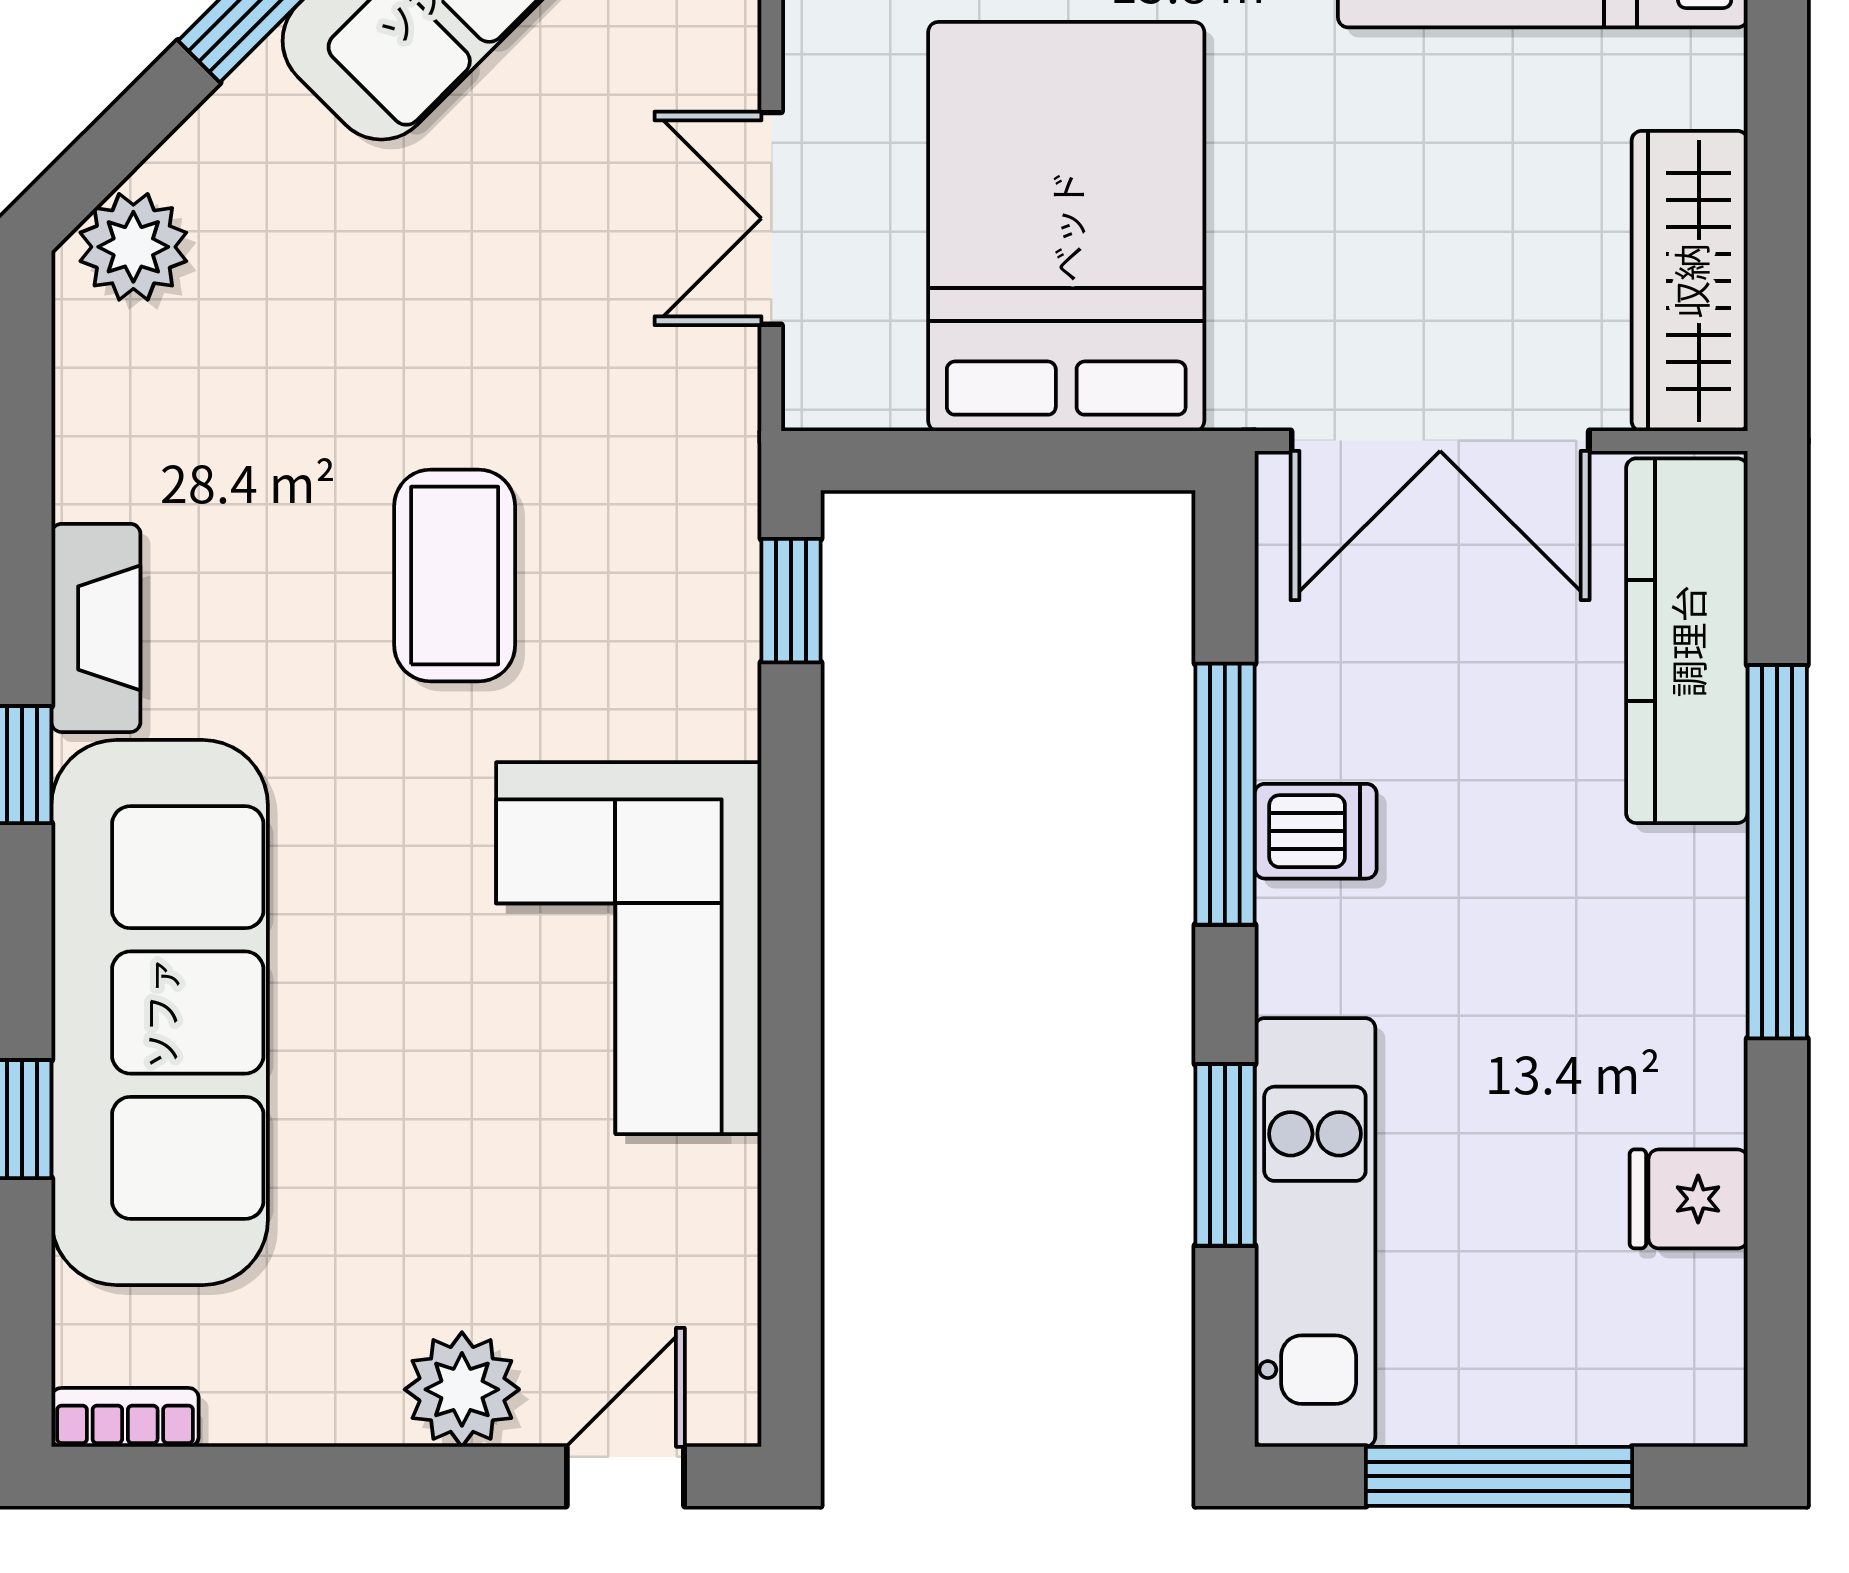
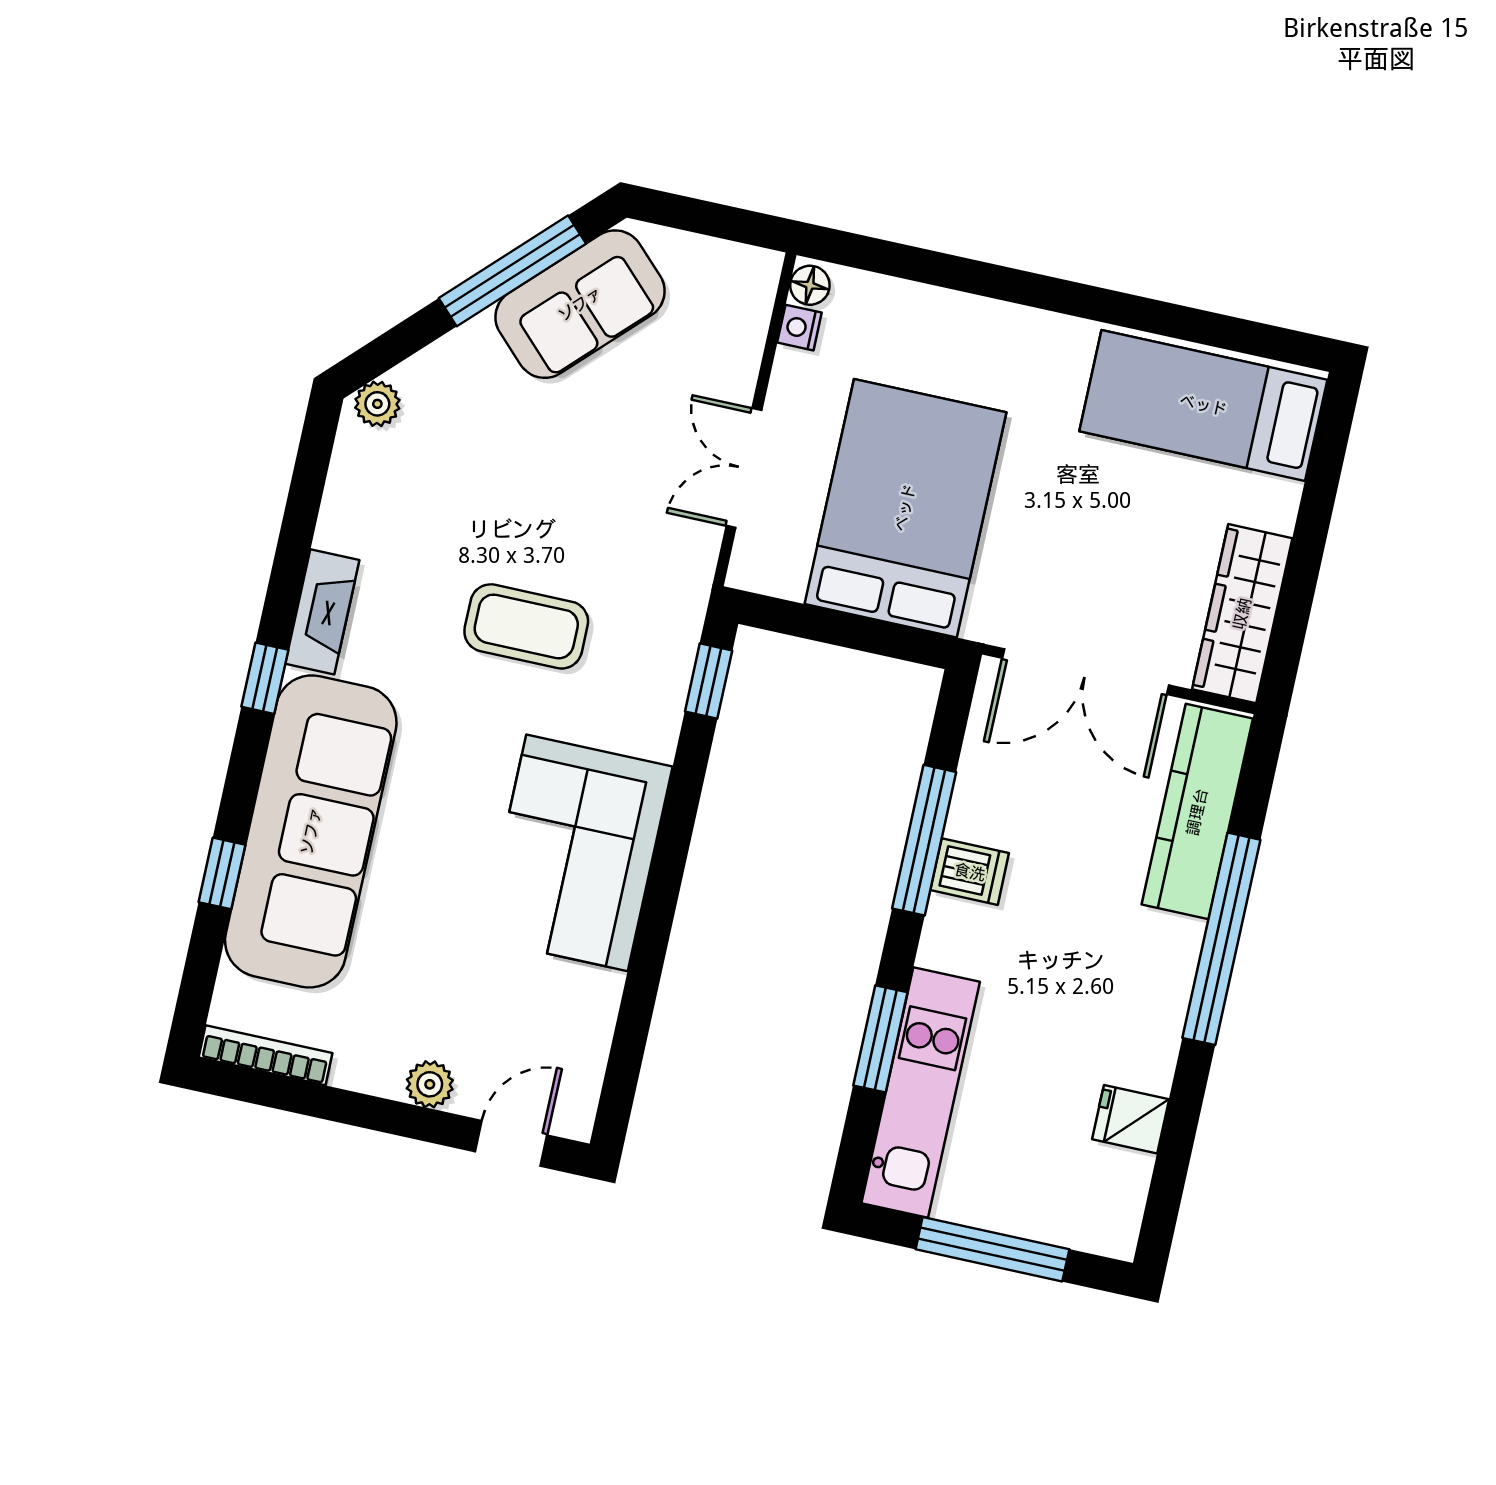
plant: (133, 247) -> (377, 404), width x0.73, depth x0.73
coffee table: (455, 576) -> (526, 626), turned 90
plant: (462, 1389) -> (430, 1084), width x0.73, depth x0.73
bookcase: (125, 1417) -> (265, 1055), width x1.56

